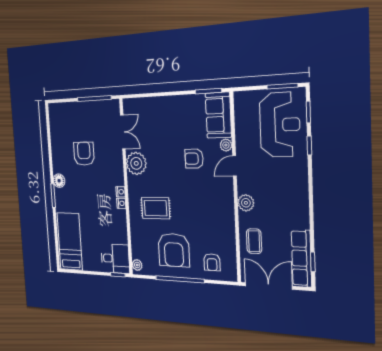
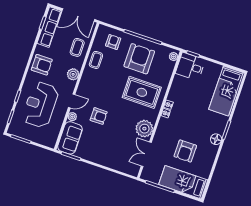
bed: (73, 115) -> (183, 182), added
reception desk: (280, 125) -> (40, 105), moved
armchair: (292, 202) -> (42, 65), added
rug: (156, 208) -> (142, 92), width x1.36, depth x1.43
coffee table: (224, 232) -> (96, 60), added

